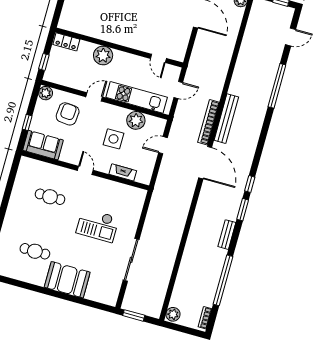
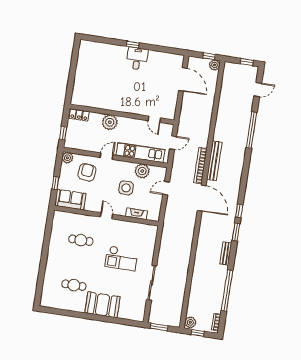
window: (180, 328) -> (198, 333), added

